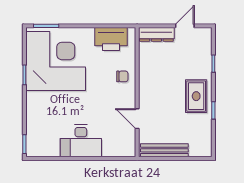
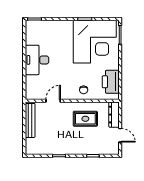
rug: (196, 96) -> (85, 119), moved

